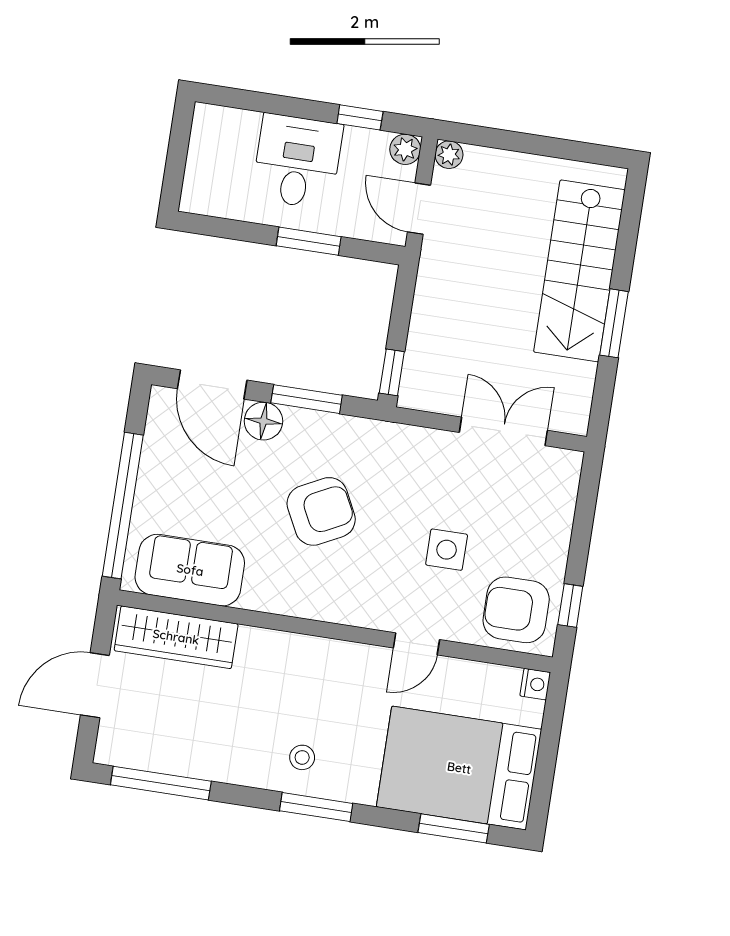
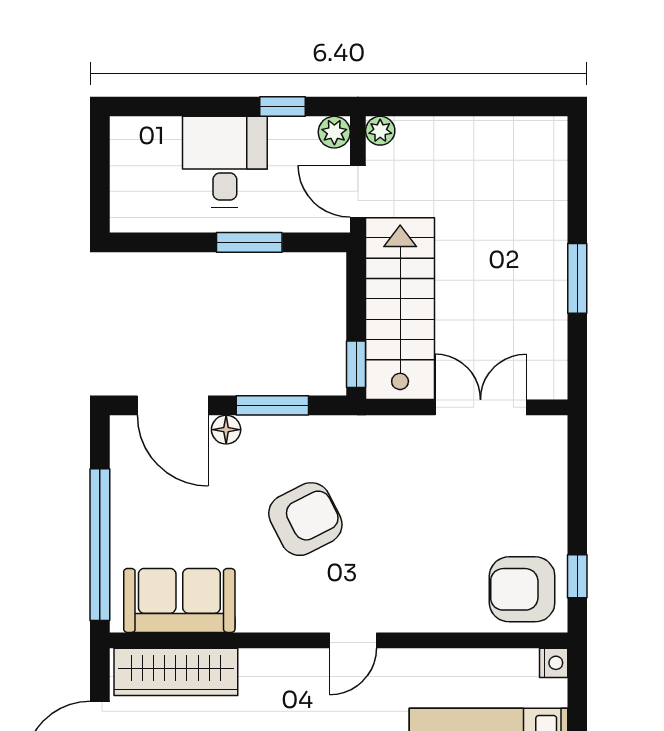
stairs: (579, 271) -> (400, 309), moved, turned 180
floor lamp: (263, 421) -> (226, 430), width x0.73, depth x0.73
side table: (447, 550) -> (441, 538), removed
door: (416, 644) -> (353, 640), moved

